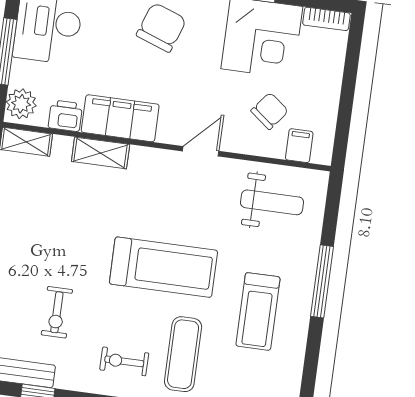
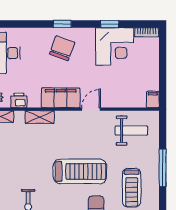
chair: (270, 111) -> (124, 84), removed
filing cabinet: (120, 118) -> (61, 98), moved
filing cabinet: (299, 146) -> (153, 99), moved

